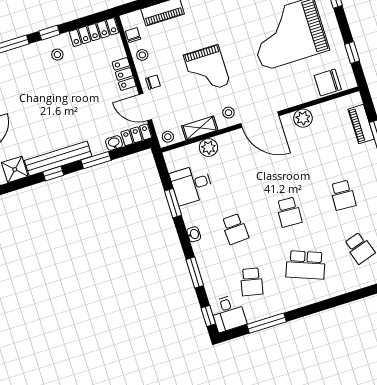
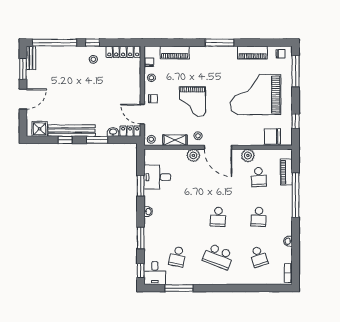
locker: (124, 74) -> (135, 87), removed
plant: (208, 148) -> (193, 155), moved
school desk: (235, 229) -> (259, 177), moved

